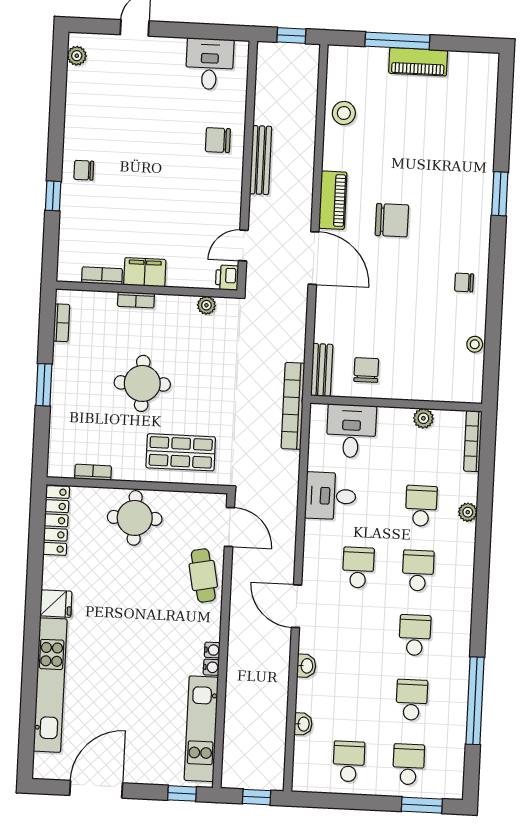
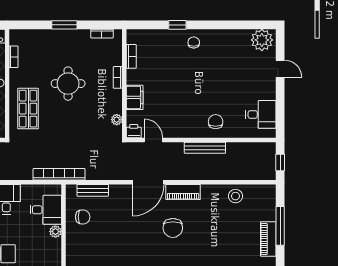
plant: (77, 56) -> (262, 40), width x1.87, depth x1.87
filing cabinet: (145, 272) -> (135, 97), moved
bench: (322, 370) -> (93, 190), moved
plant: (423, 418) -> (55, 232), moved

